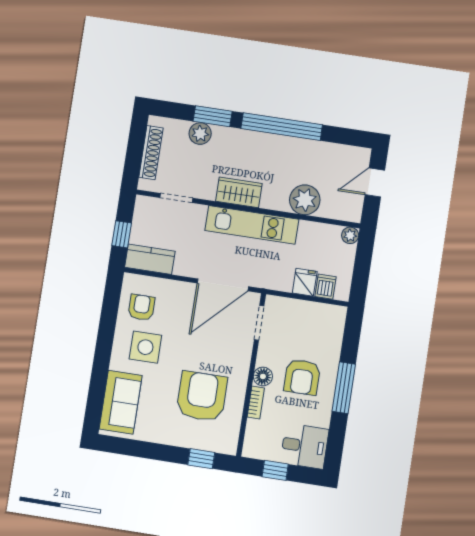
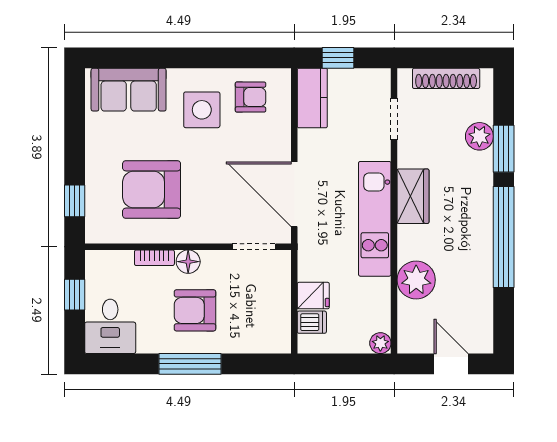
armchair: (202, 396) -> (152, 190), turned 180

